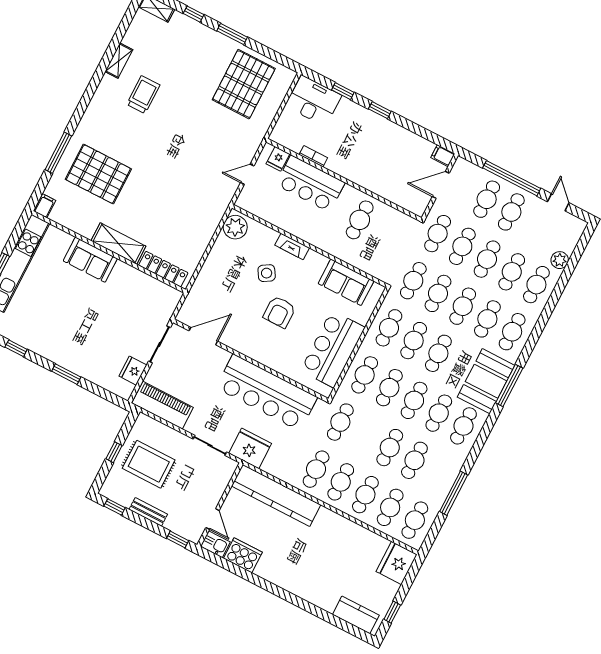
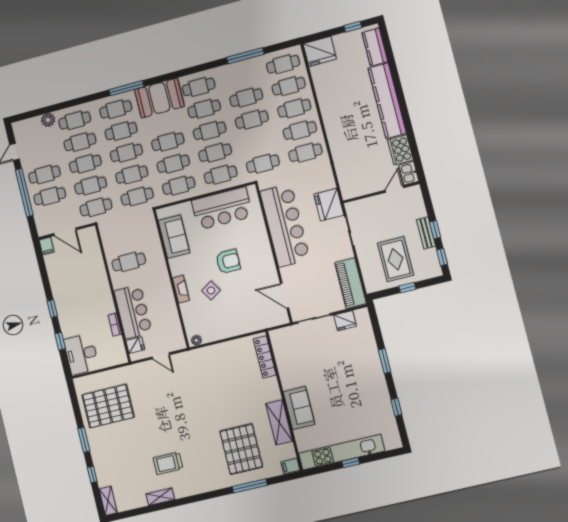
plant: (235, 227) -> (196, 340), width x0.53, depth x0.53
shelving: (118, 244) -> (279, 422), moved
window: (509, 385) -> (126, 88), moved
kitchen counter: (276, 495) -> (387, 101), moved, turned 180
window: (178, 539) -> (435, 230), moved

